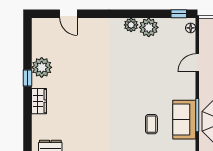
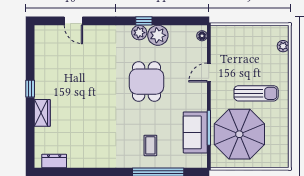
window: (179, 14) -> (144, 21), moved
plant: (42, 67) -> (45, 77), removed
dining table: (138, 71) -> (147, 82), added
coffee table: (151, 124) -> (150, 145), moved

